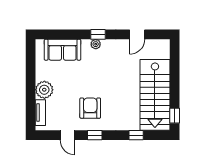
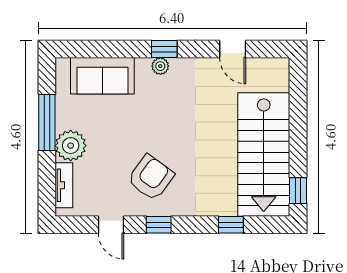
door: (137, 34) -> (233, 49), hinge flipped
window: (31, 77) -> (47, 122), added
armchair: (90, 108) -> (151, 178), turned 36

